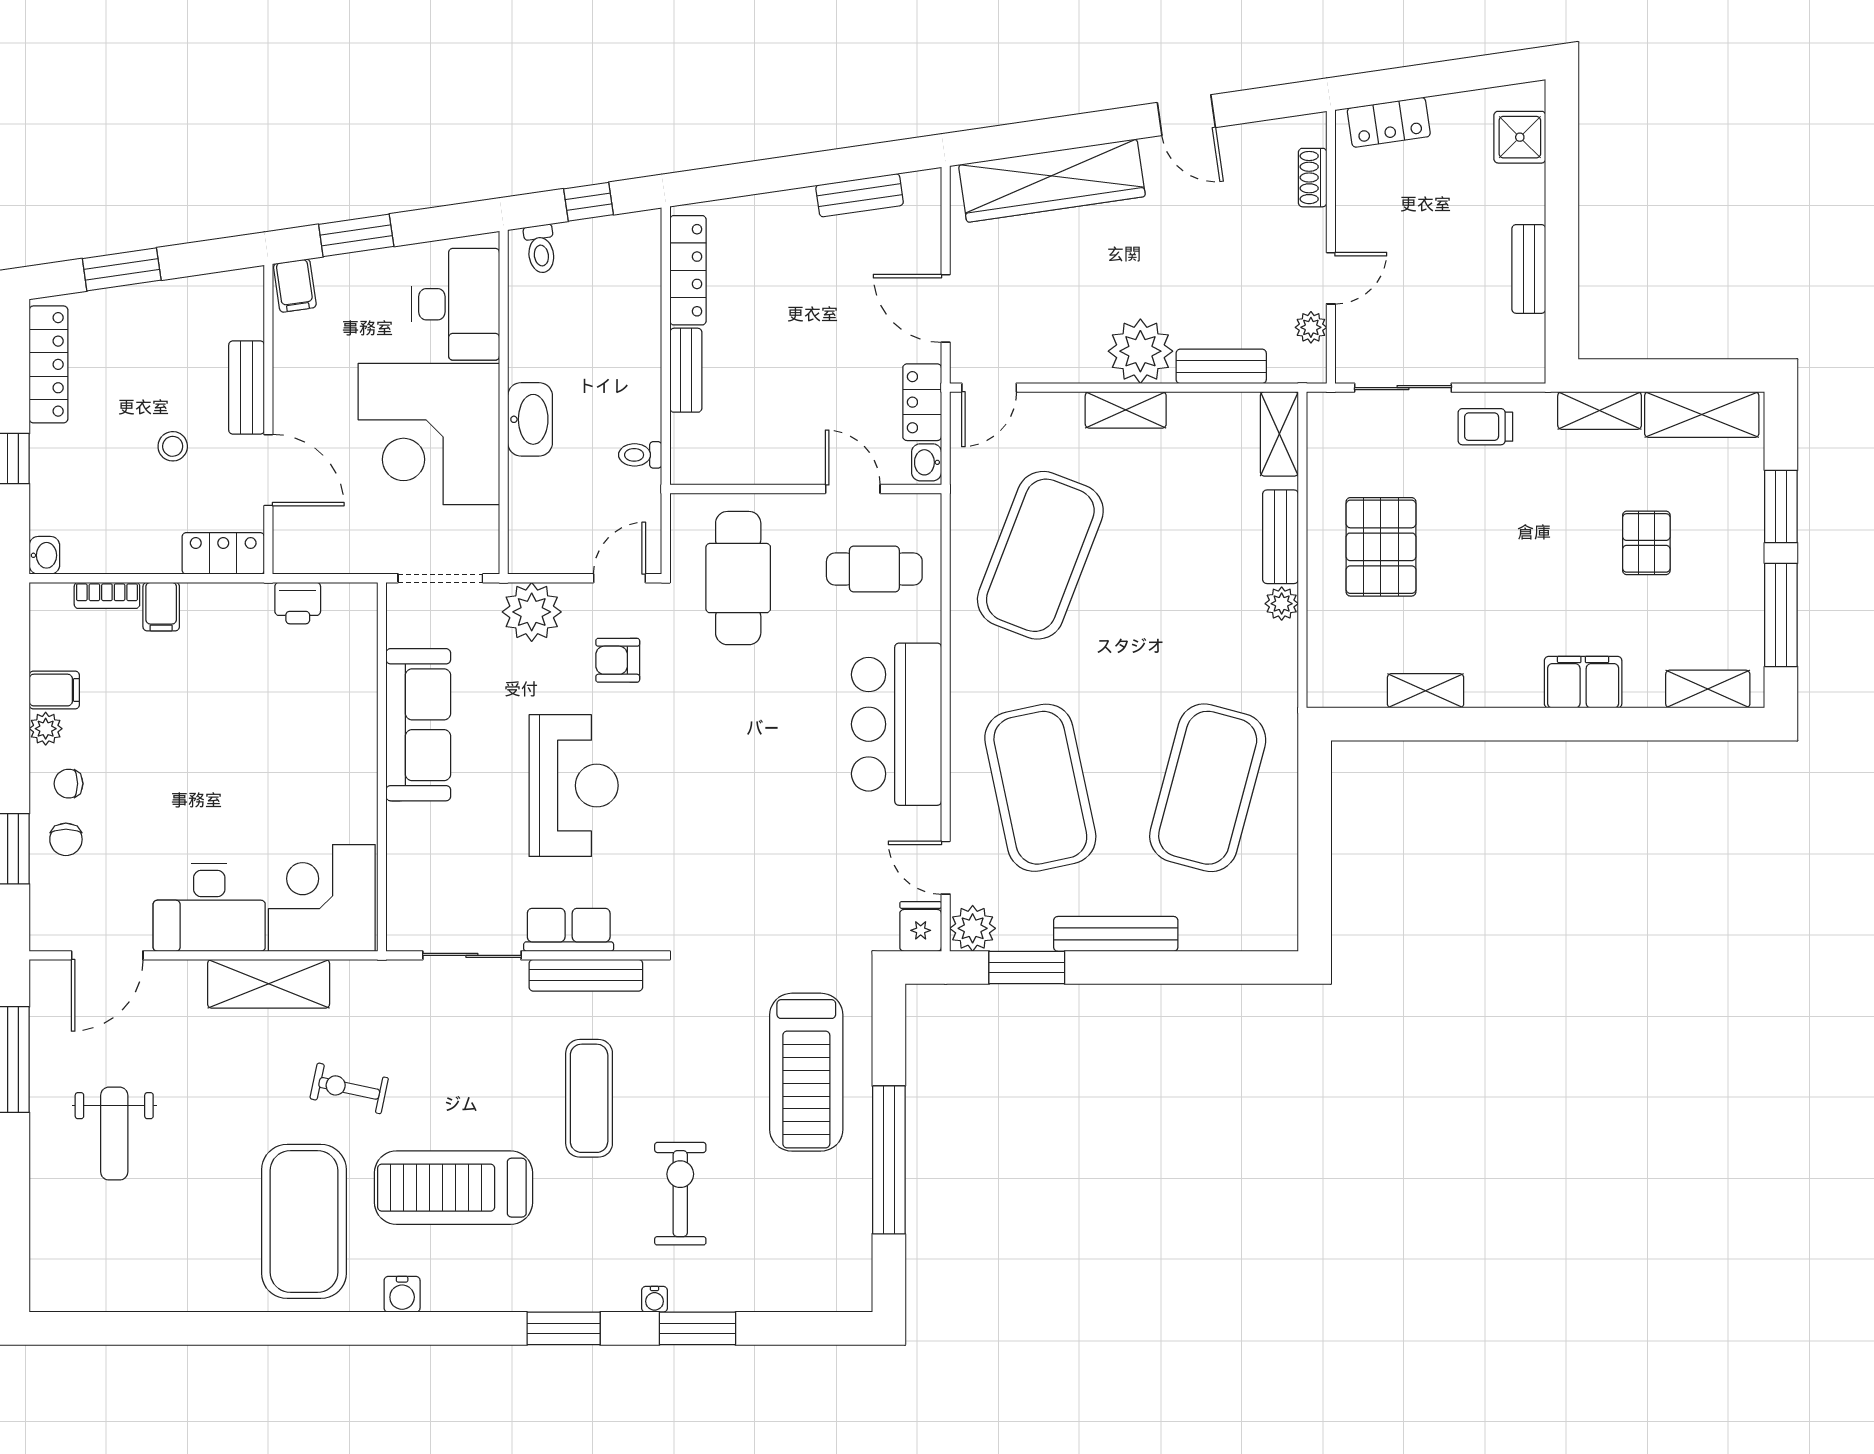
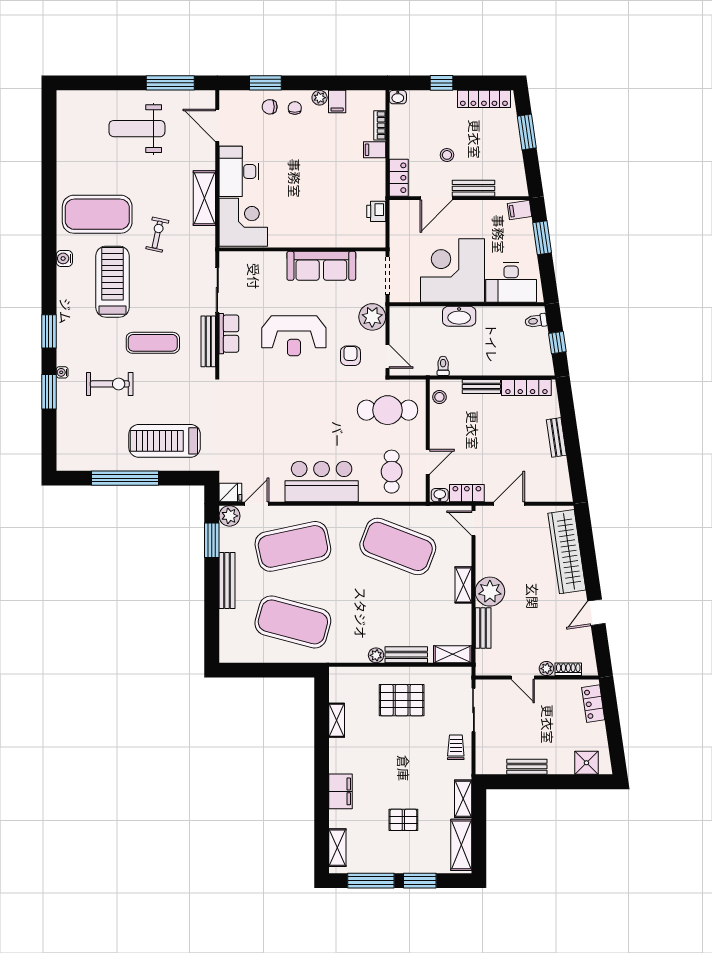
bench: (860, 195) -> (556, 437), moved
plant: (1311, 327) -> (546, 669), moved
stool: (709, 463) -> (439, 397), added
weight bench: (114, 1134) -> (137, 129), width x1.36, depth x1.33

